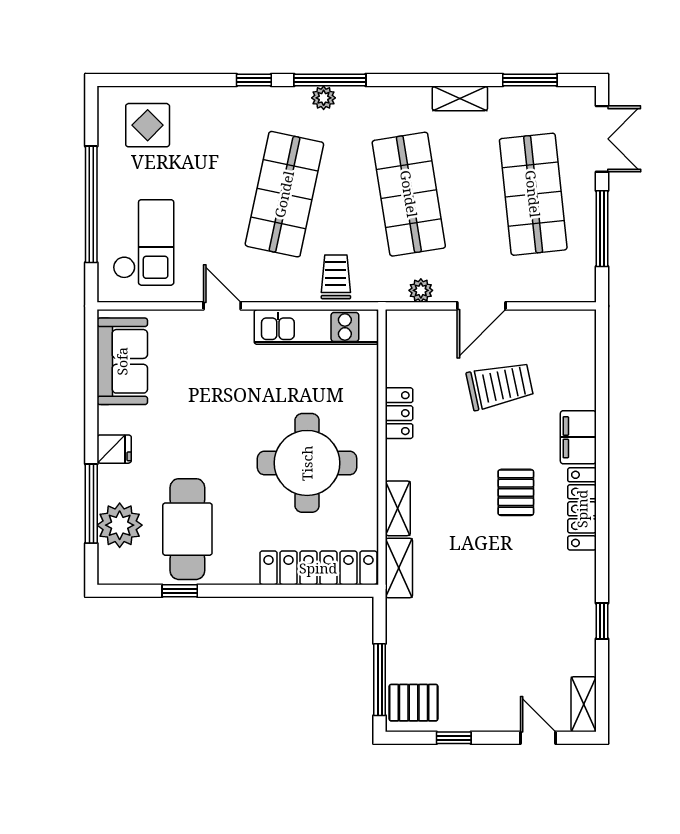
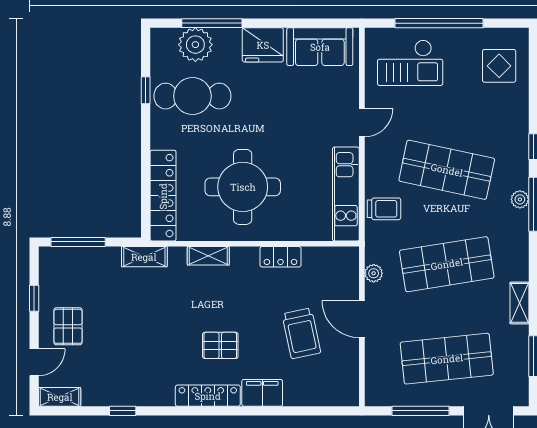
fridge: (114, 449) -> (263, 45), width x1.88, depth x1.34
shelving: (399, 568) -> (144, 257), moved
pallet: (414, 703) -> (68, 326), moved

